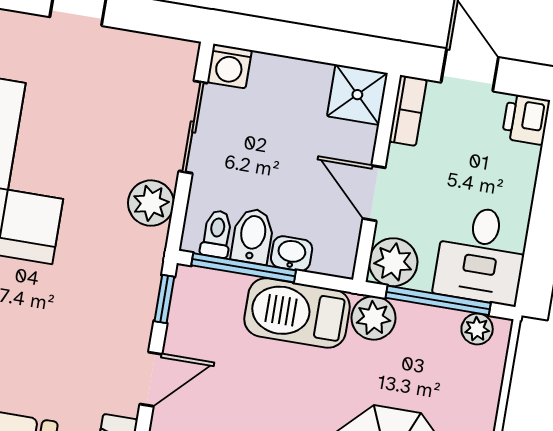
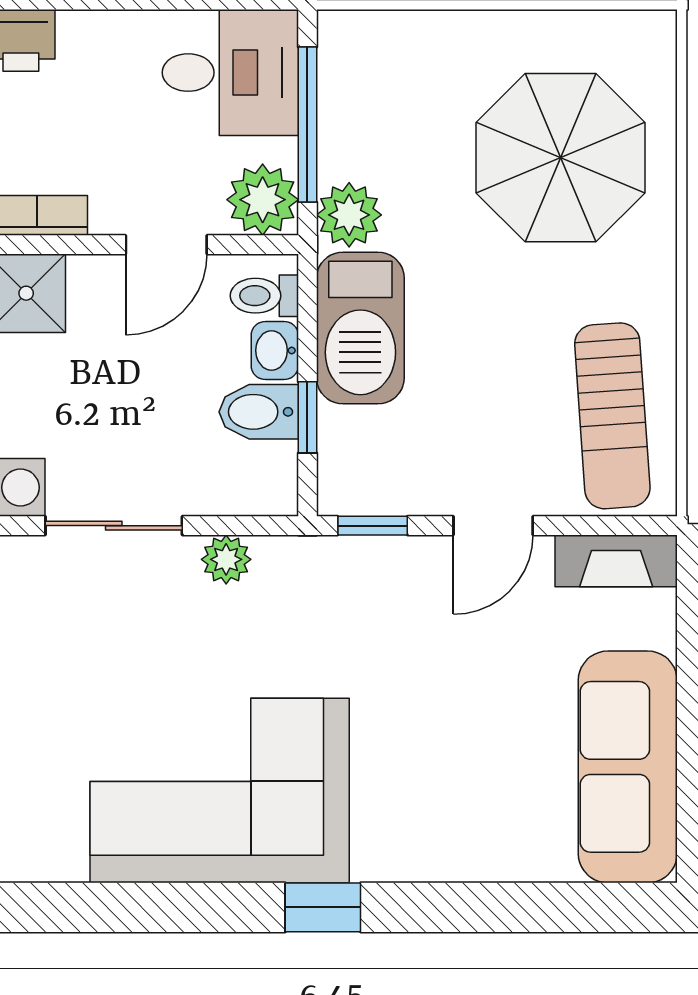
plant: (151, 203) -> (226, 559), width x0.73, depth x0.73
toilet: (217, 234) -> (264, 296), moved
window: (244, 268) -> (307, 417), width x0.46
plant: (477, 329) -> (340, 61), removed
door: (151, 379) -> (493, 526), swing flipped

